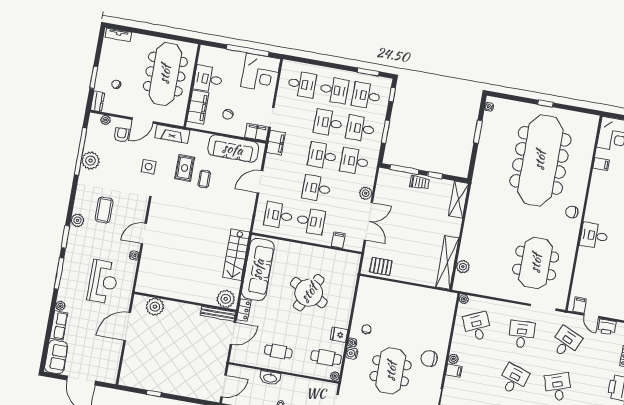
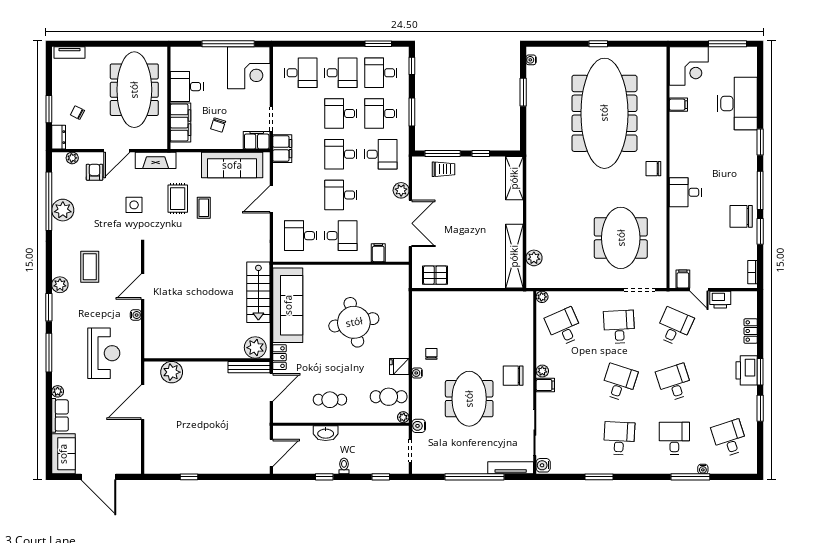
desk: (355, 161) -> (381, 154), turned 180
trolley: (420, 183) -> (443, 169), moved
round table: (309, 293) -> (354, 322), turned -38
water cooler: (352, 353) -> (419, 426), moved

